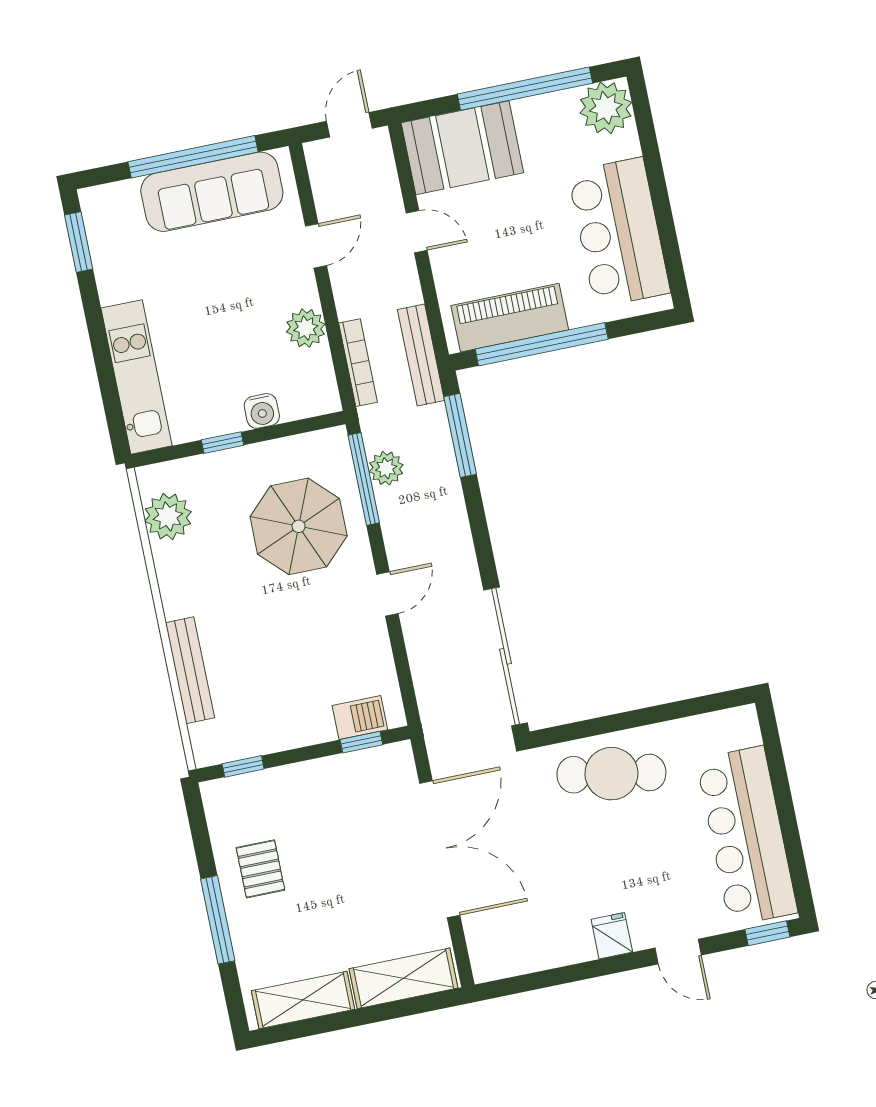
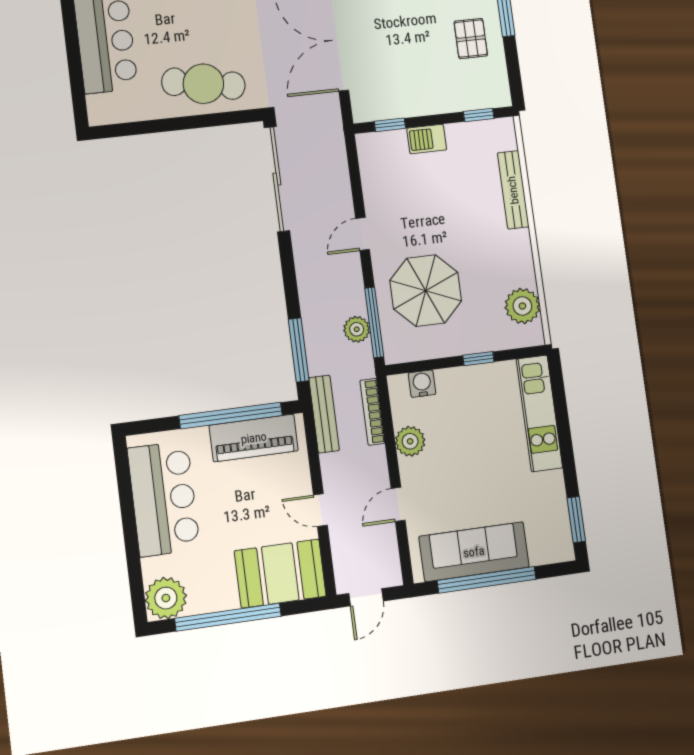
water cooler: (262, 411) -> (422, 384), moved
barbecue: (360, 718) -> (427, 139), moved

